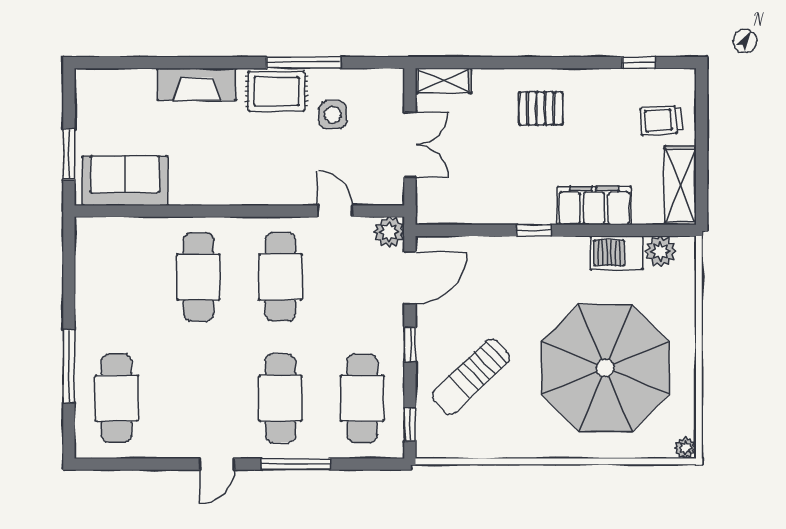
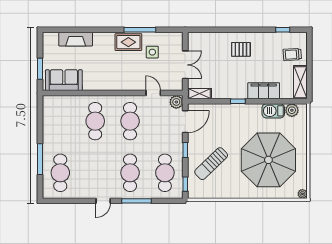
shelving: (443, 81) -> (199, 94), moved
fireplace: (197, 84) -> (76, 39), moved

